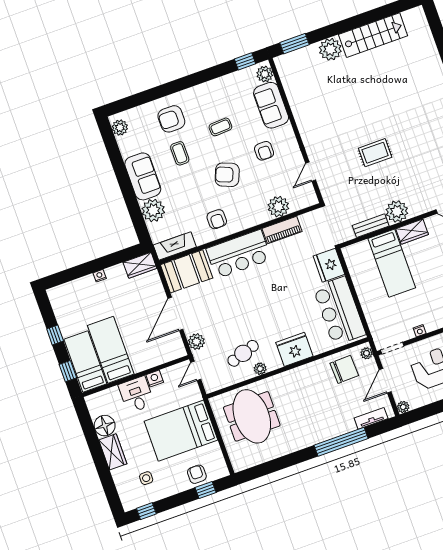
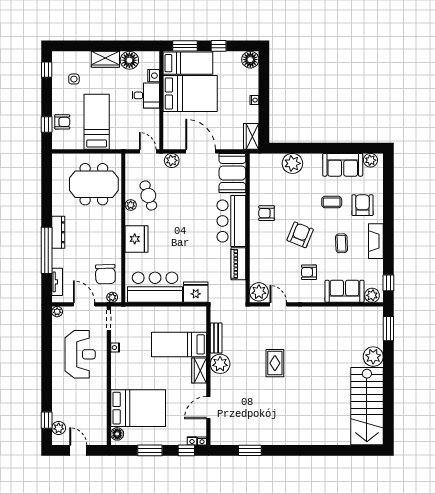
stairs: (373, 35) -> (367, 406), width x1.36, depth x1.51
sofa: (143, 176) -> (343, 165), moved
plant: (278, 207) -> (259, 292), moved
fireplace: (175, 246) -> (376, 241), moved, turned 180
floor lamp: (58, 296) -> (250, 60), added
bed: (111, 350) -> (190, 93), width x1.50
window: (68, 371) -> (185, 46), width x1.50
nightstand: (155, 378) -> (154, 76), moved
bed: (181, 431) -> (97, 122), width x0.67
dresser: (317, 436) -> (58, 232), added

